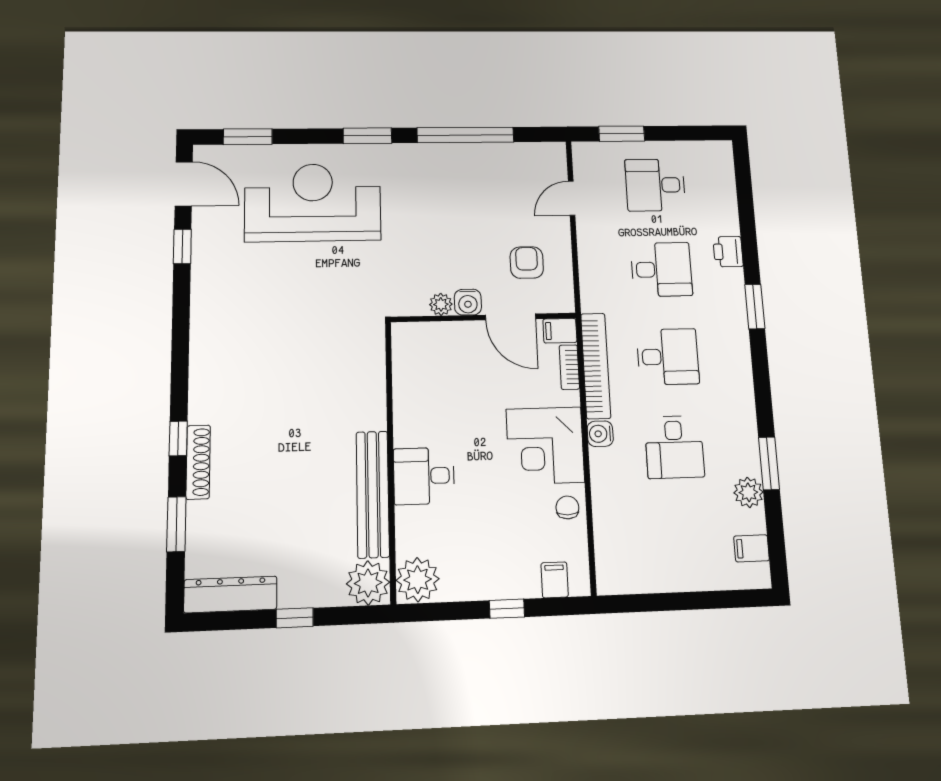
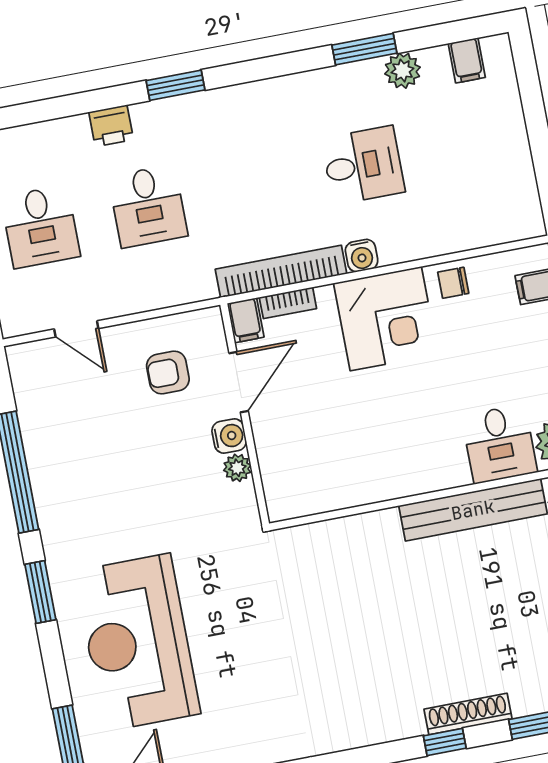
desk: (661, 269) -> (148, 206), turned 180
desk: (668, 357) -> (256, 186), removed
desk: (424, 476) -> (499, 444), moved

